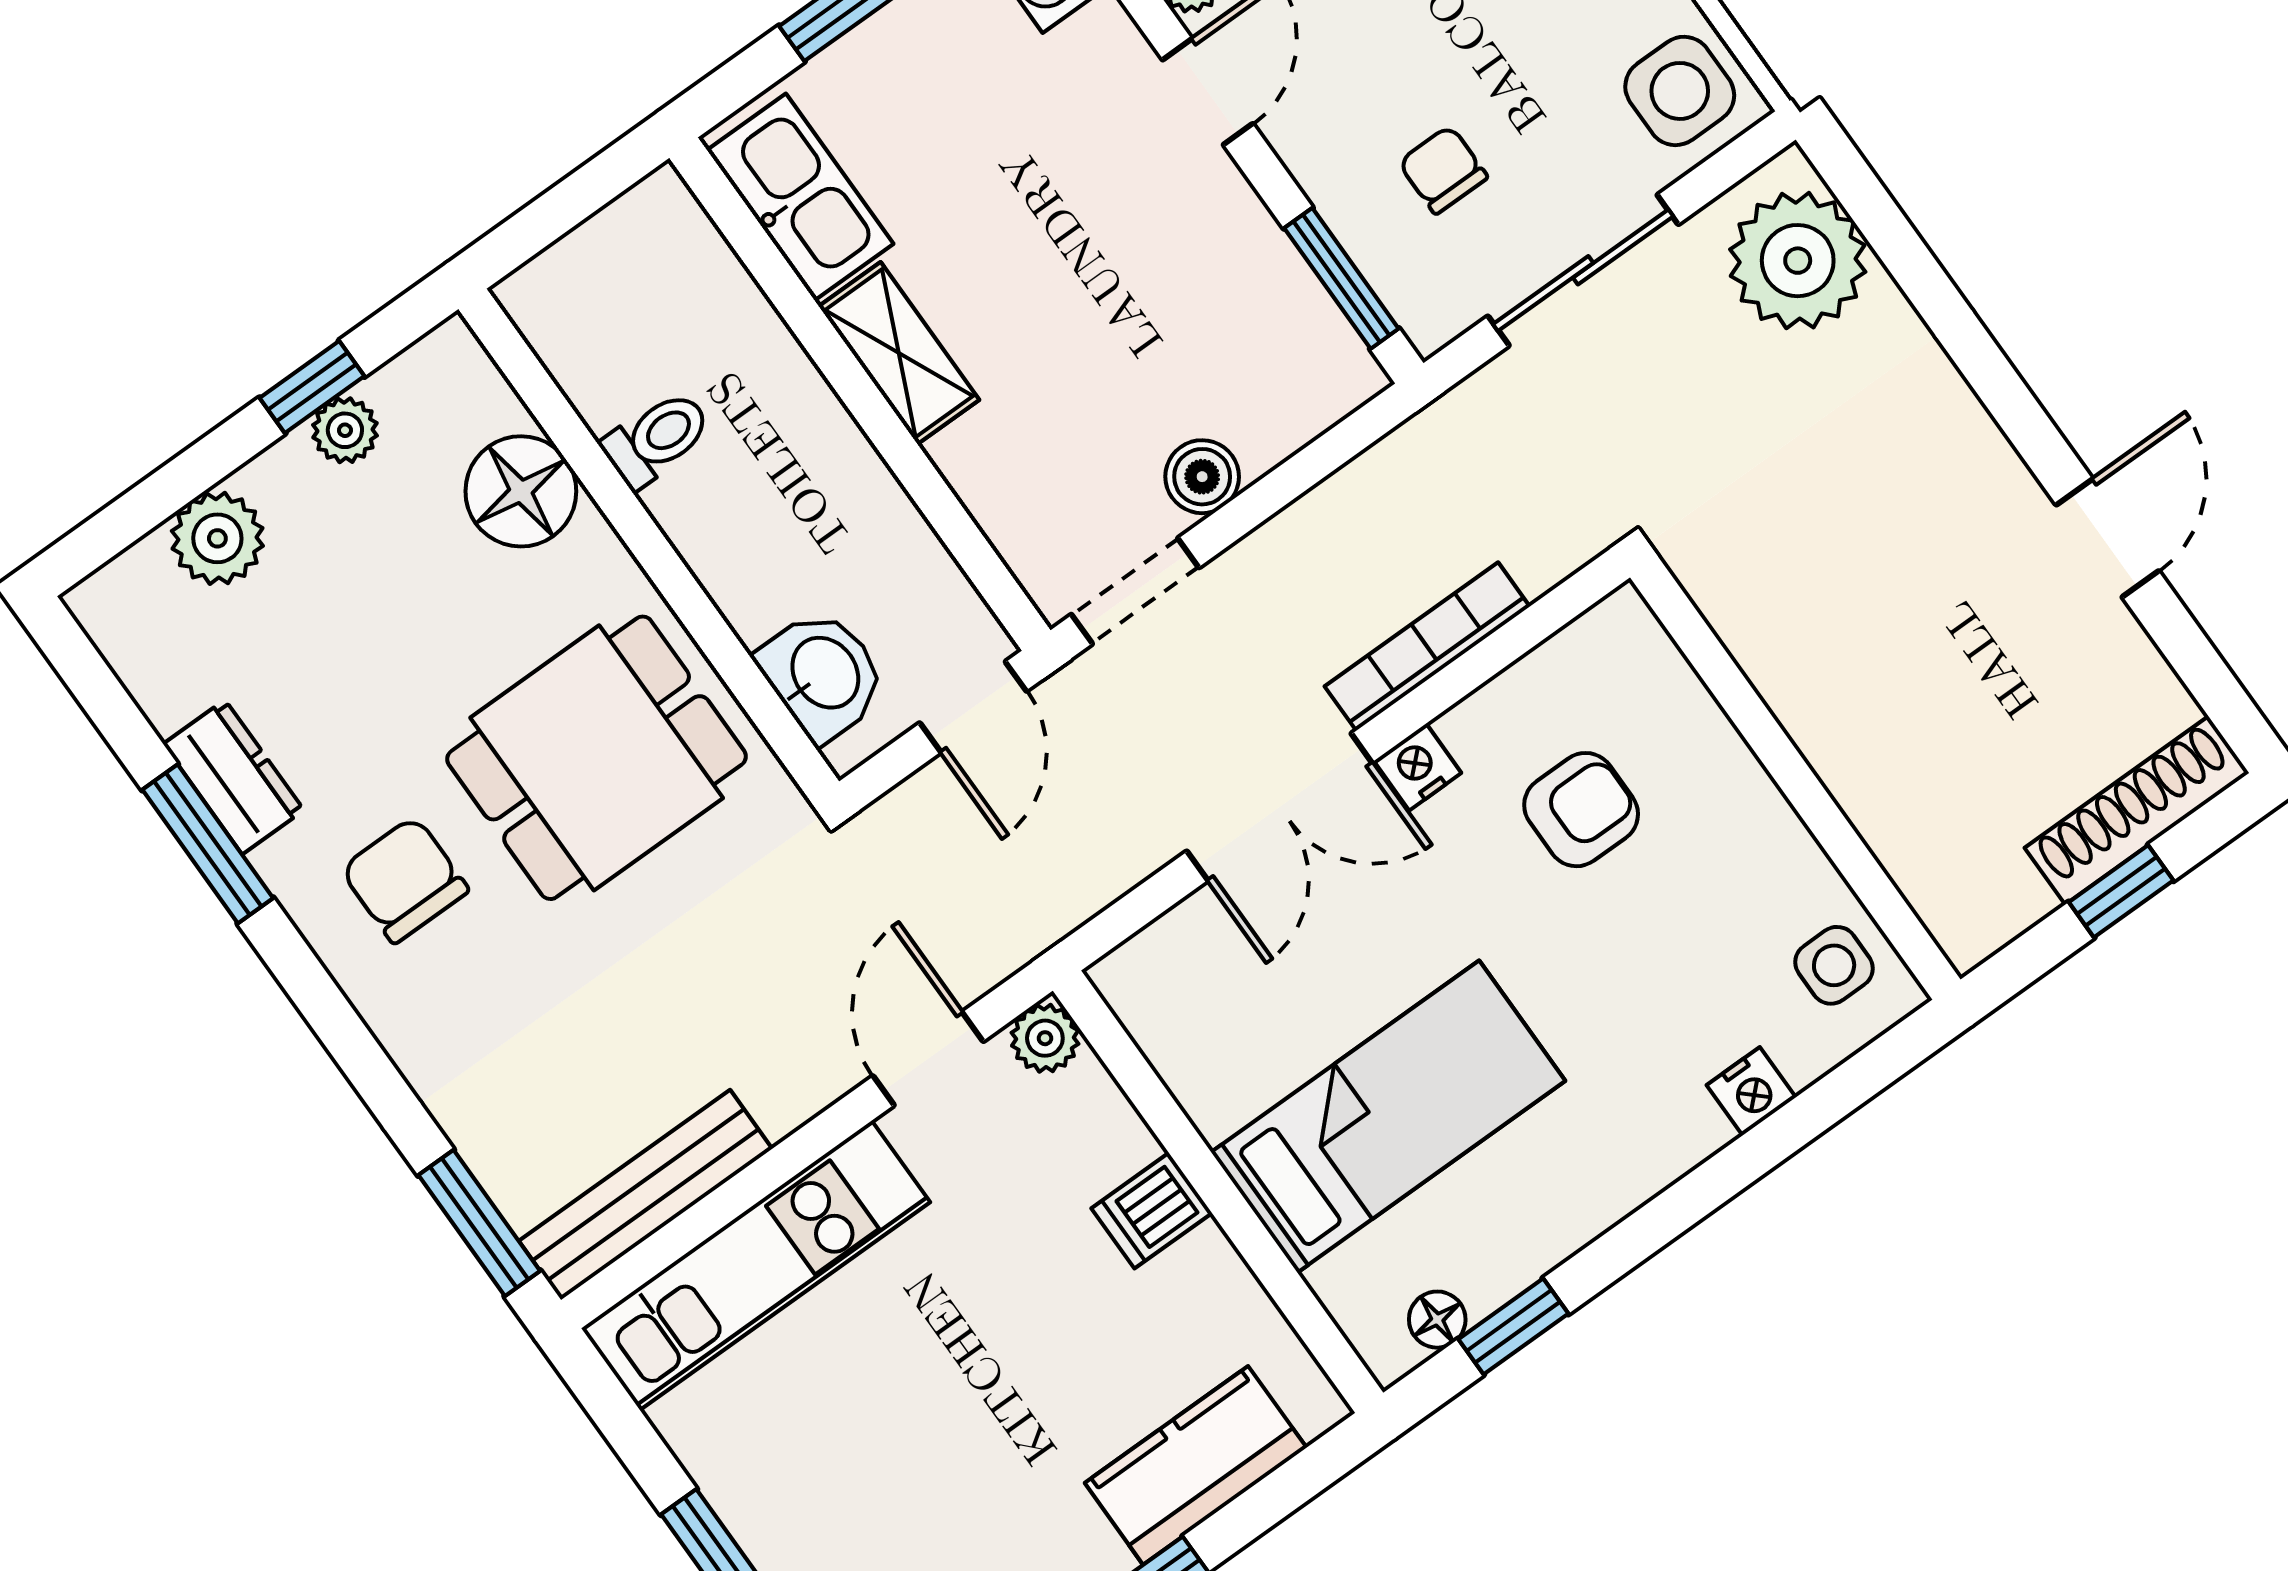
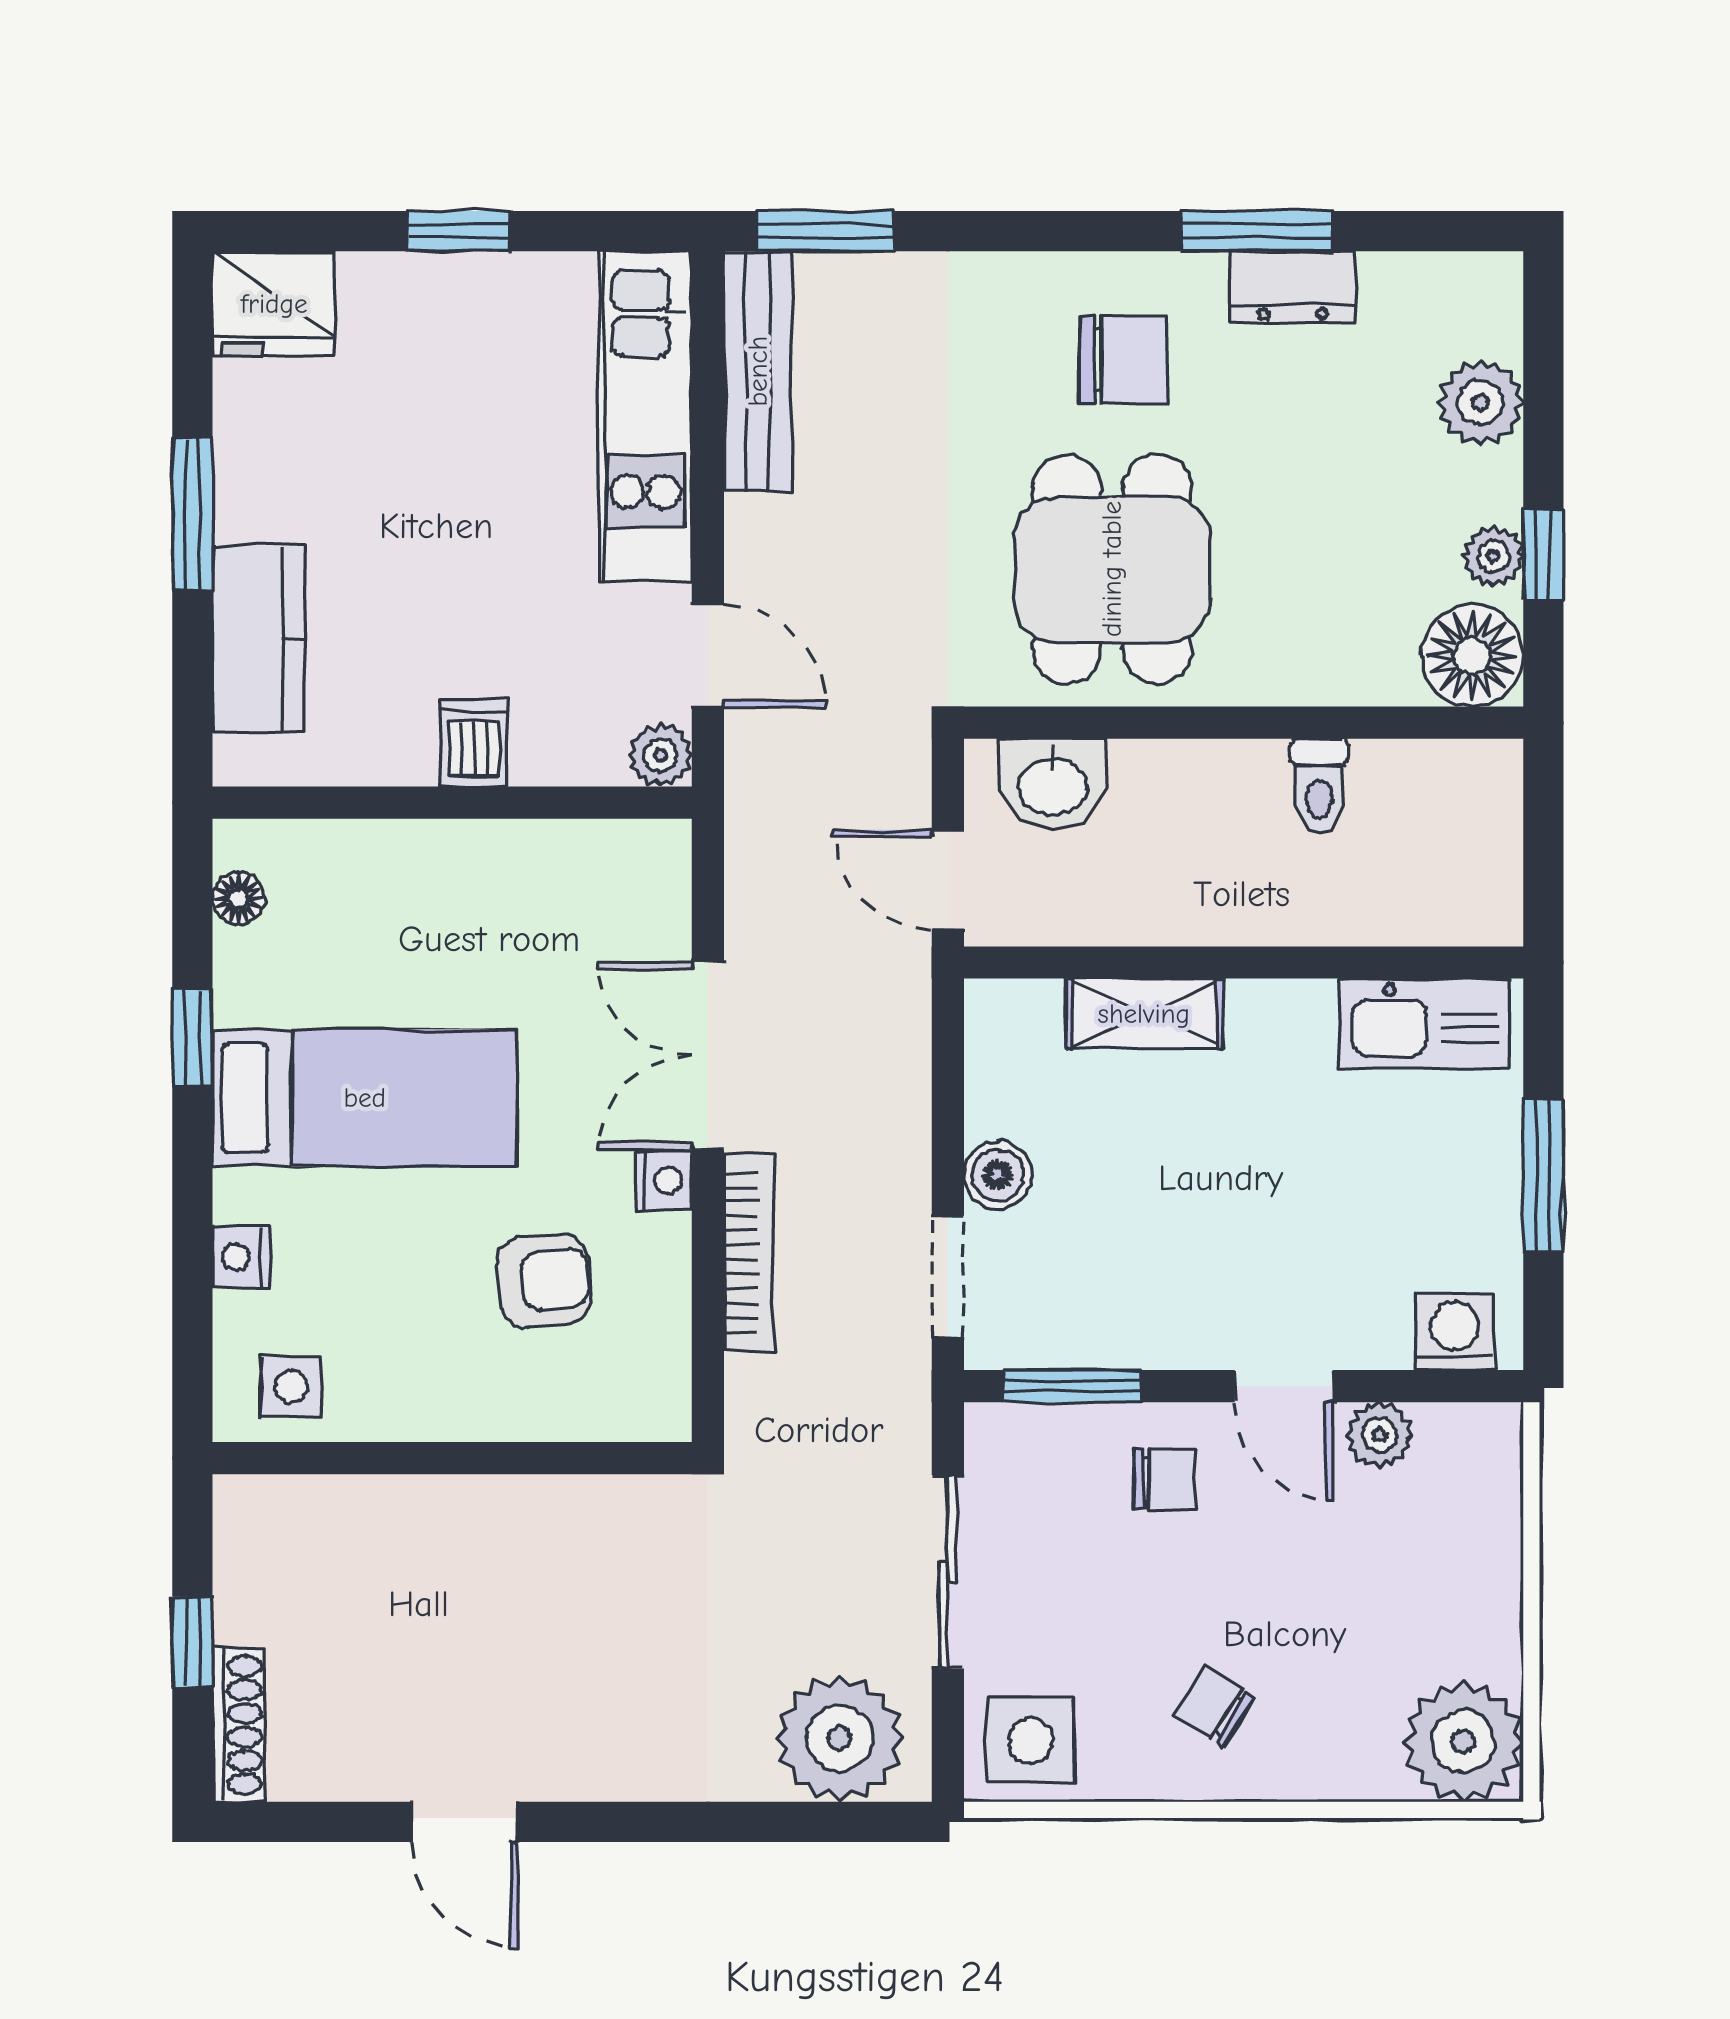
chair: (1443, 170) -> (1165, 1479), moved
shelving: (899, 353) -> (1144, 1014), moved
floor lamp: (521, 491) -> (1472, 656), moved
doorway: (1135, 591) -> (948, 1277), moved
armchair: (1581, 810) -> (544, 1281), turned -95
shoe rack: (2137, 810) -> (238, 1725), width x0.74, depth x0.81
bed: (1388, 1117) -> (365, 1098), moved, turned -90
window: (1513, 1326) -> (192, 1038), moved

